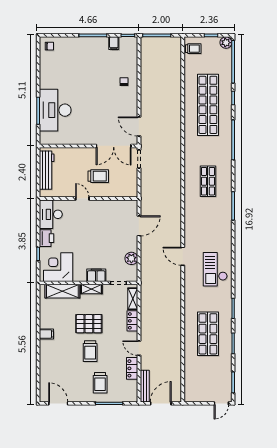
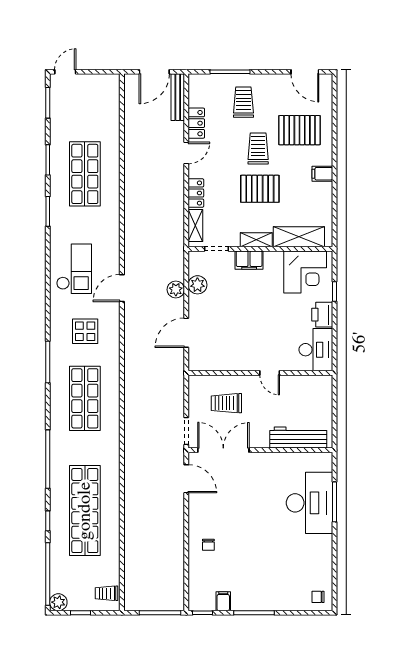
workbench: (47, 170) -> (298, 438), moved, turned 90
trolley: (98, 176) -> (226, 403), moved
shop shelf: (208, 181) -> (85, 398), width x1.43, depth x1.36
display table: (208, 227) -> (85, 331), added
plant: (146, 255) -> (176, 290), added
door: (183, 256) -> (122, 288), swing flipped
door: (139, 348) -> (186, 153), hinge flipped
pallet: (62, 364) -> (300, 130), added

